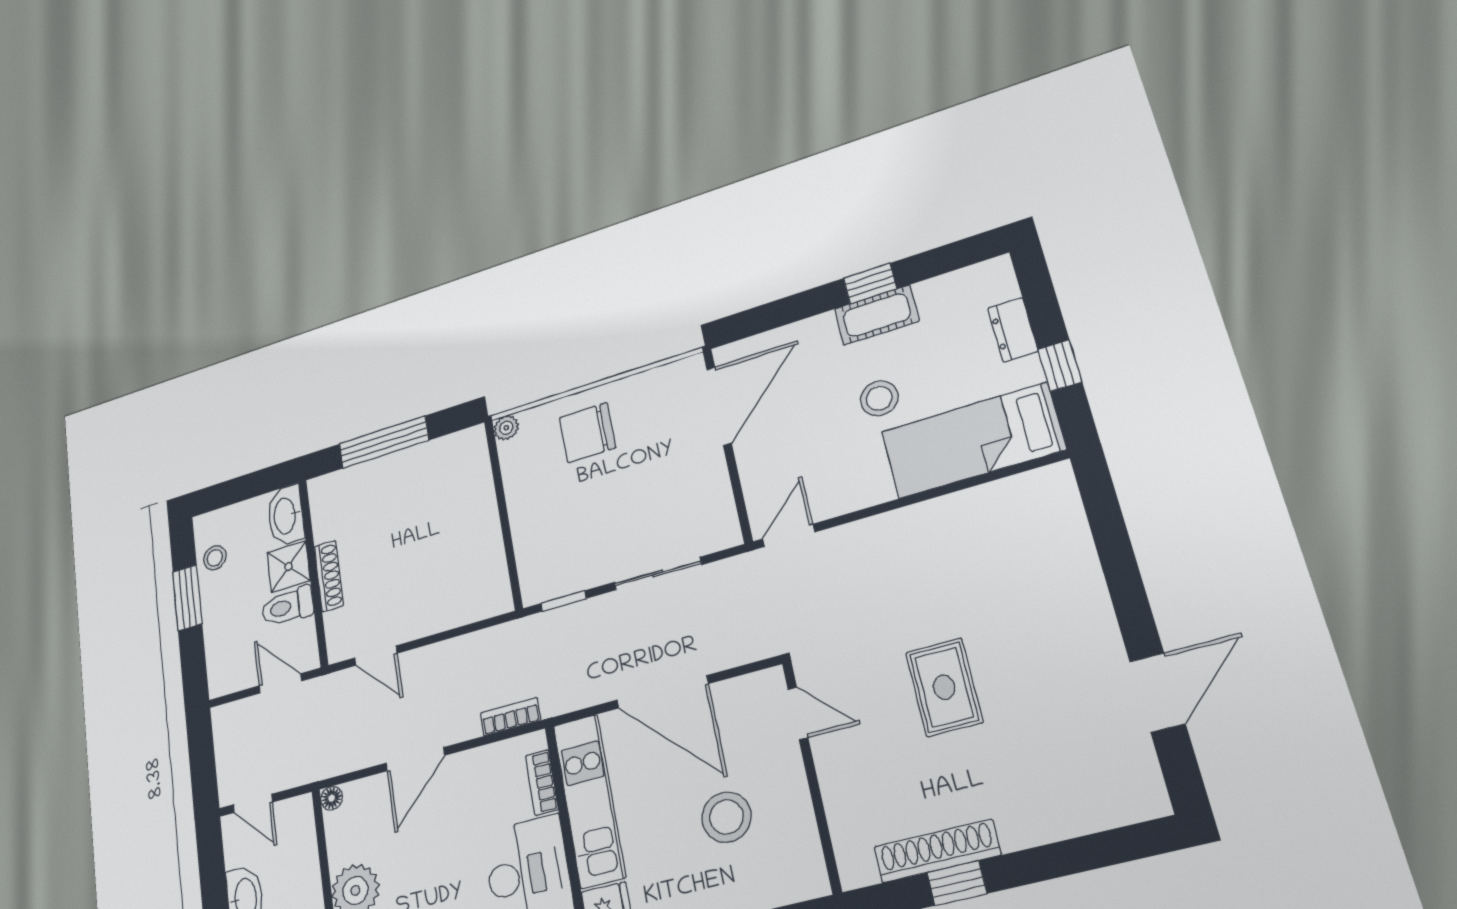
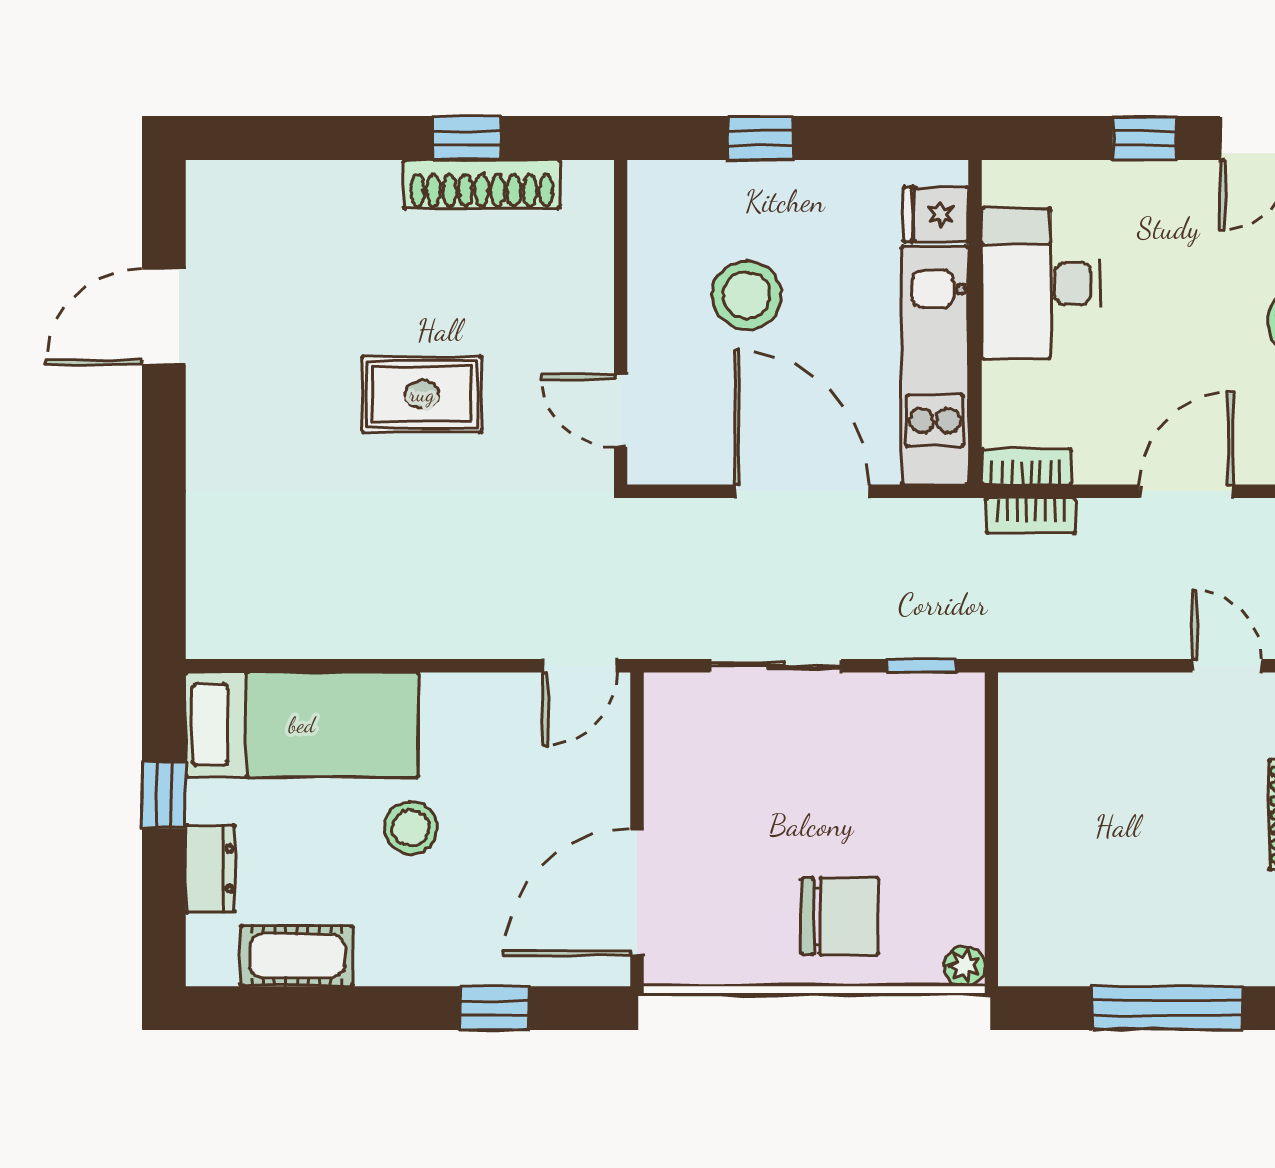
window: (870, 283) -> (494, 1008), moved
cot: (877, 315) -> (297, 956), moved
rug: (944, 687) -> (422, 394), turned 90
bookcase: (542, 782) -> (1026, 467), moved, turned -90

